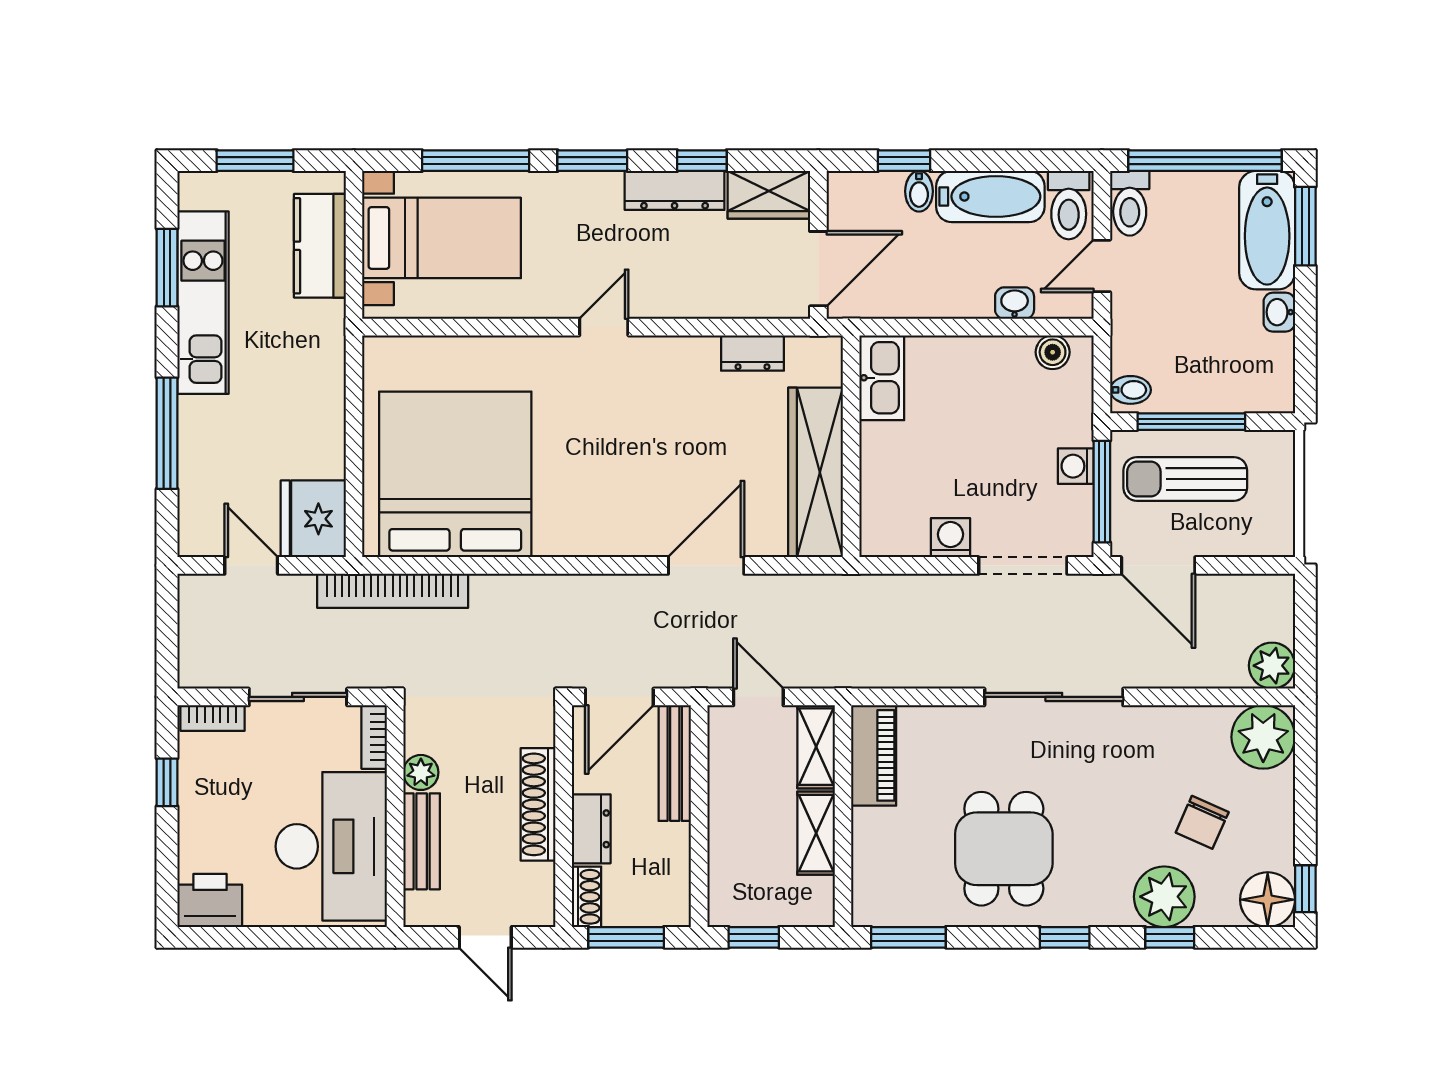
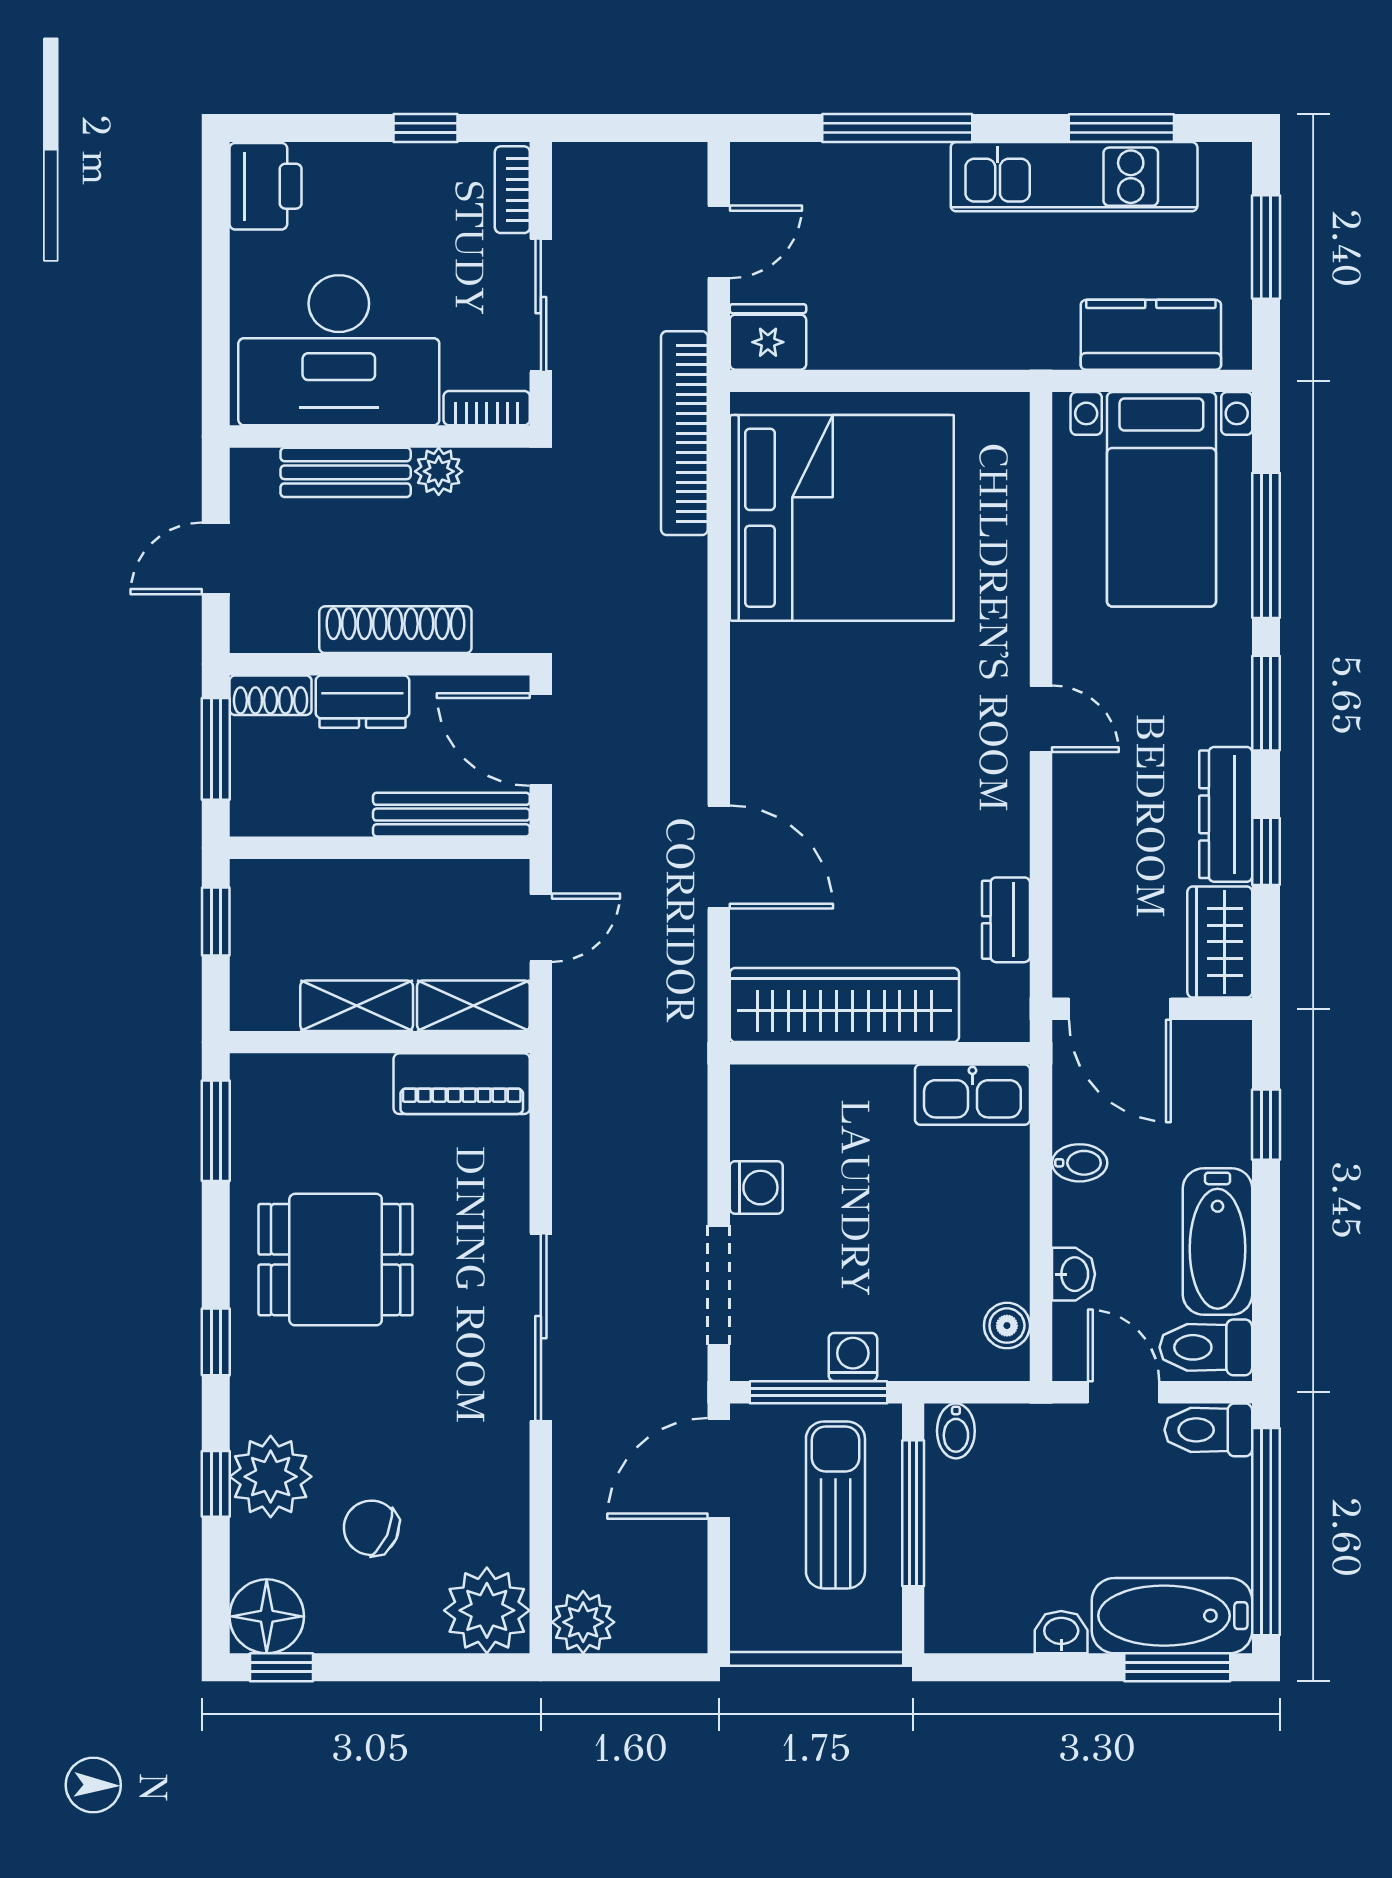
bidet: (919, 191) -> (1080, 1163), moved, turned 180
fridge: (313, 519) -> (768, 337), width x0.73, depth x0.75

